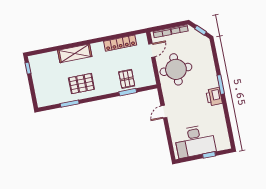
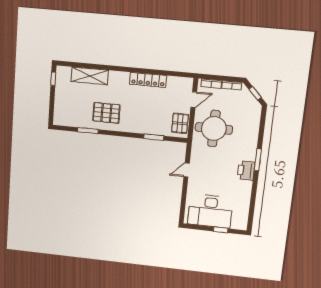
locker: (120, 43) -> (148, 80), moved
shelving: (75, 53) -> (90, 76), moved
pallet: (127, 79) -> (180, 123), moved

